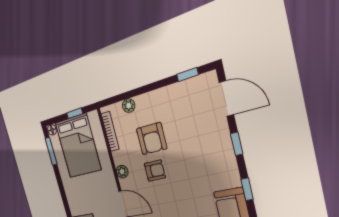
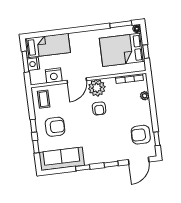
armchair: (152, 139) -> (141, 135), moved
plant: (122, 172) -> (97, 88), width x1.87, depth x1.87

